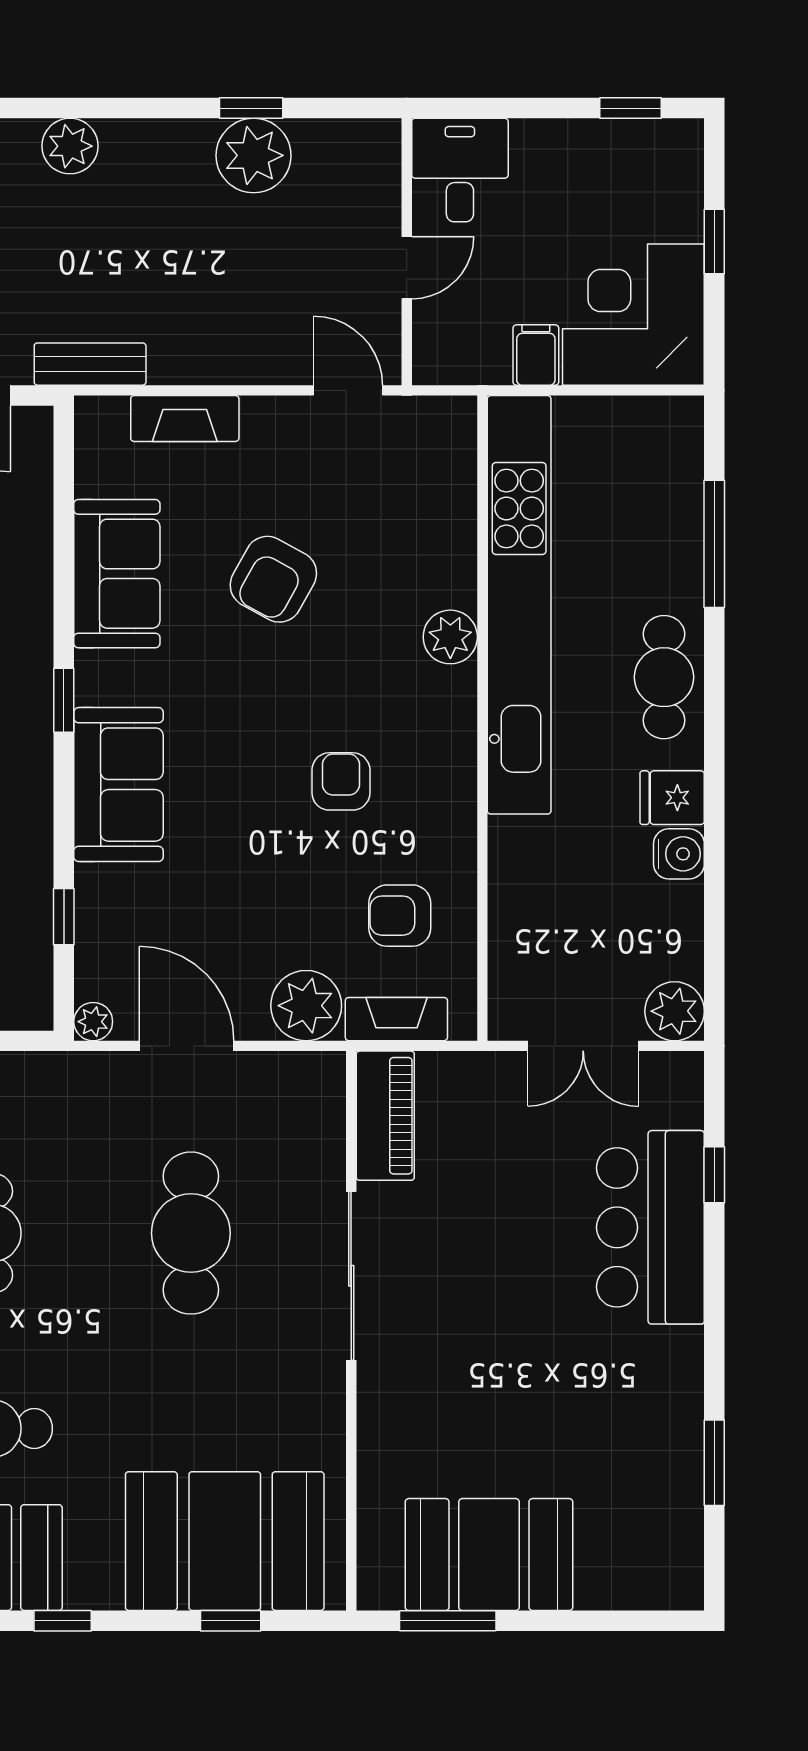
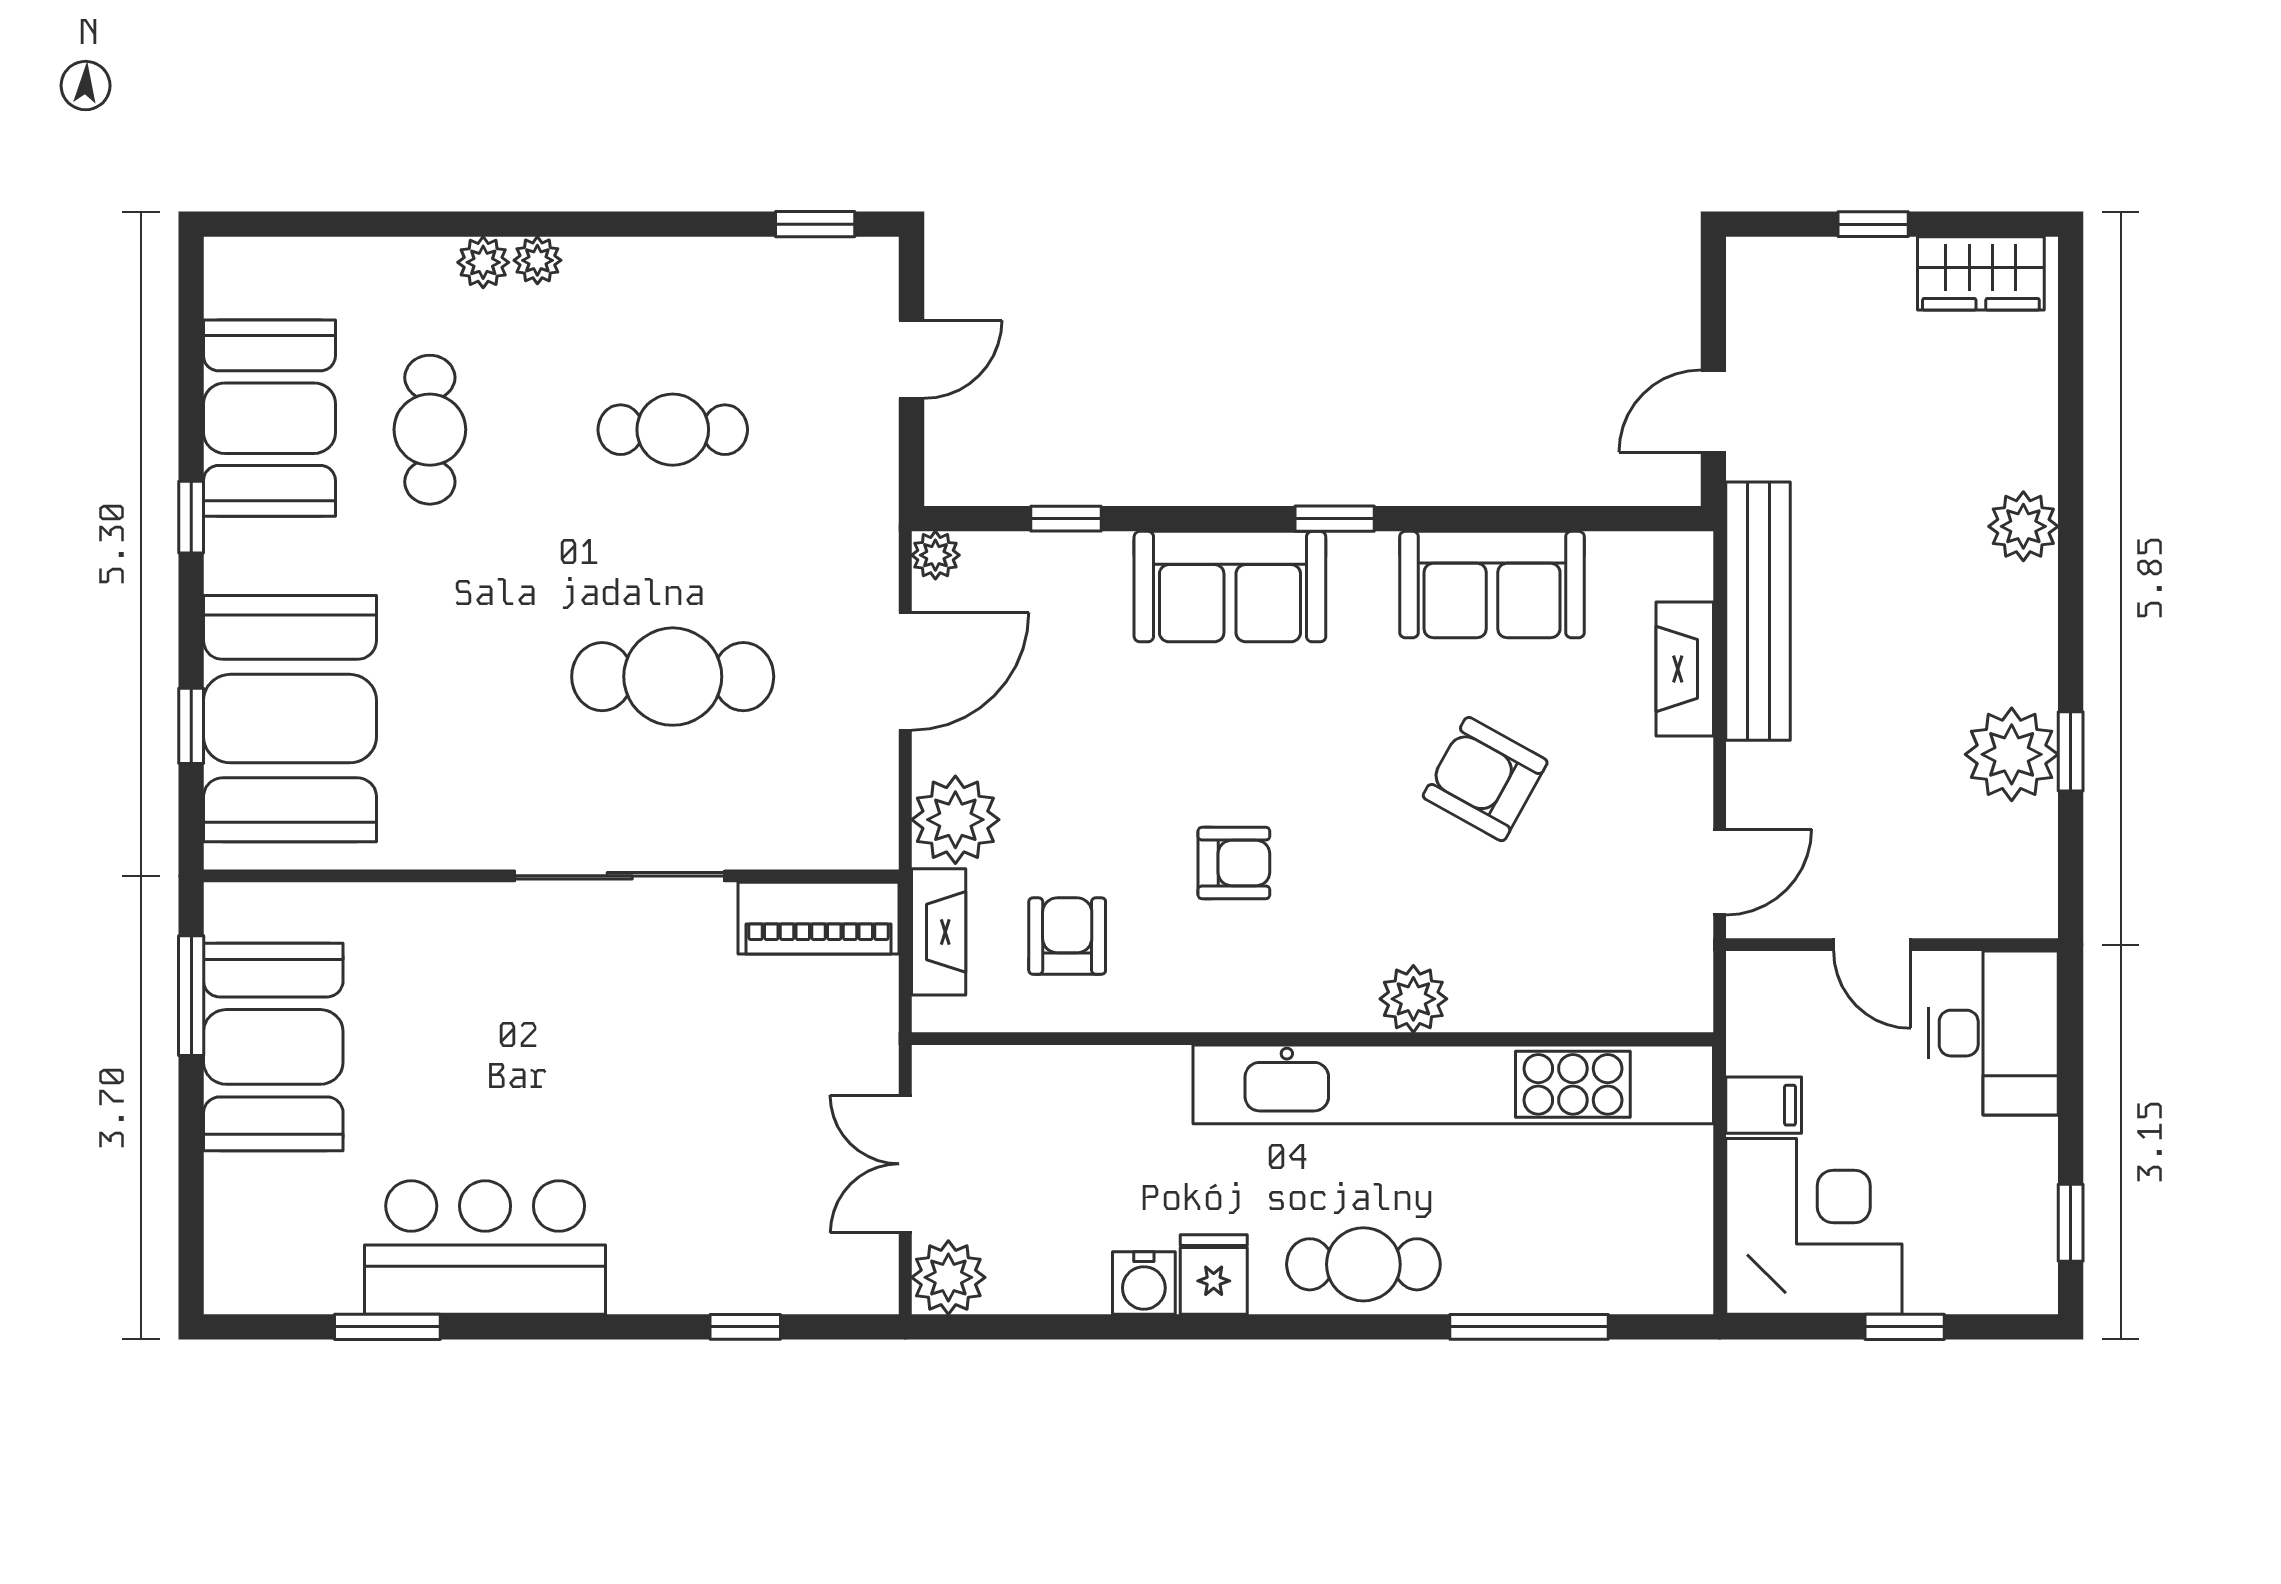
desk: (460, 170) -> (1994, 1033), width x1.37
bench: (90, 364) -> (1758, 611), width x1.86, depth x1.21
bar counter: (650, 1227) -> (485, 1247), moved

